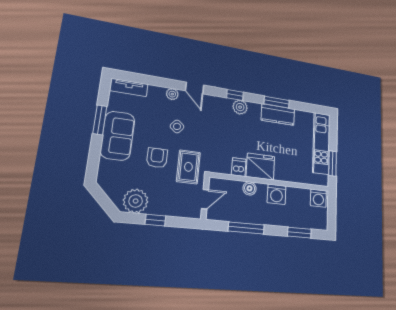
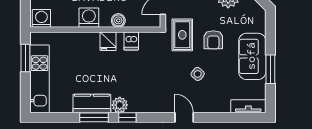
plant: (172, 94) -> (206, 107), removed
window: (235, 95) -> (127, 117), moved
plant: (240, 107) -> (120, 105), moved
fridge: (260, 167) -> (108, 41), width x0.53, depth x0.75

